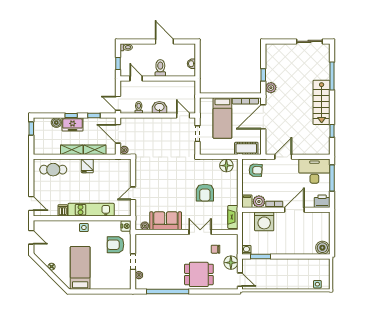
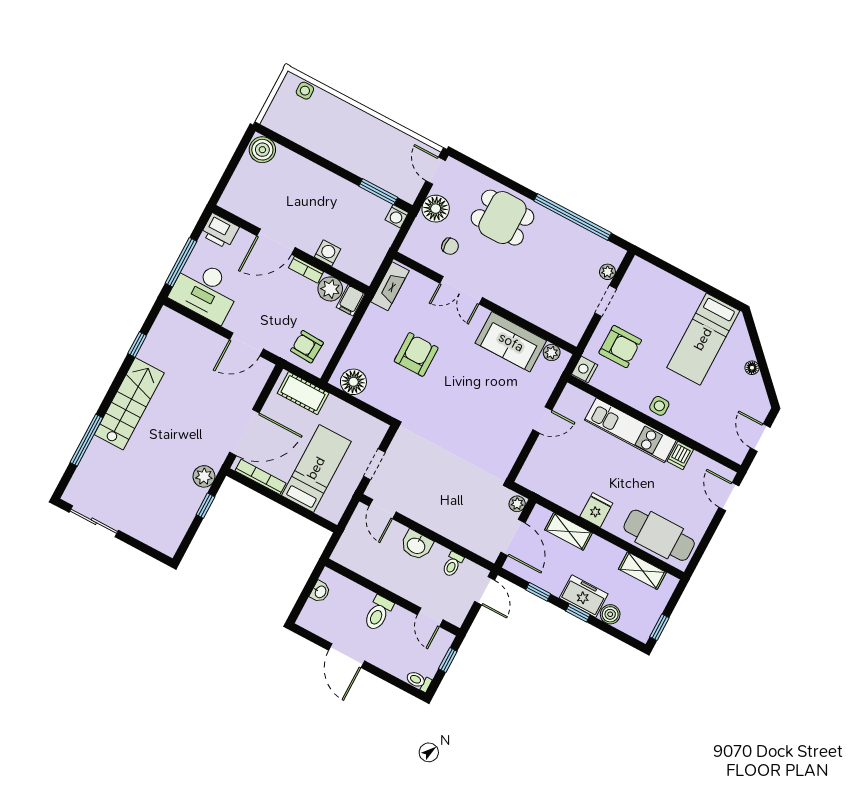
shelving: (72, 150) -> (642, 571), moved
cafe table: (53, 170) -> (659, 535), width x1.37, depth x1.35
washing machine: (264, 221) -> (328, 253), width x0.53, depth x0.53

